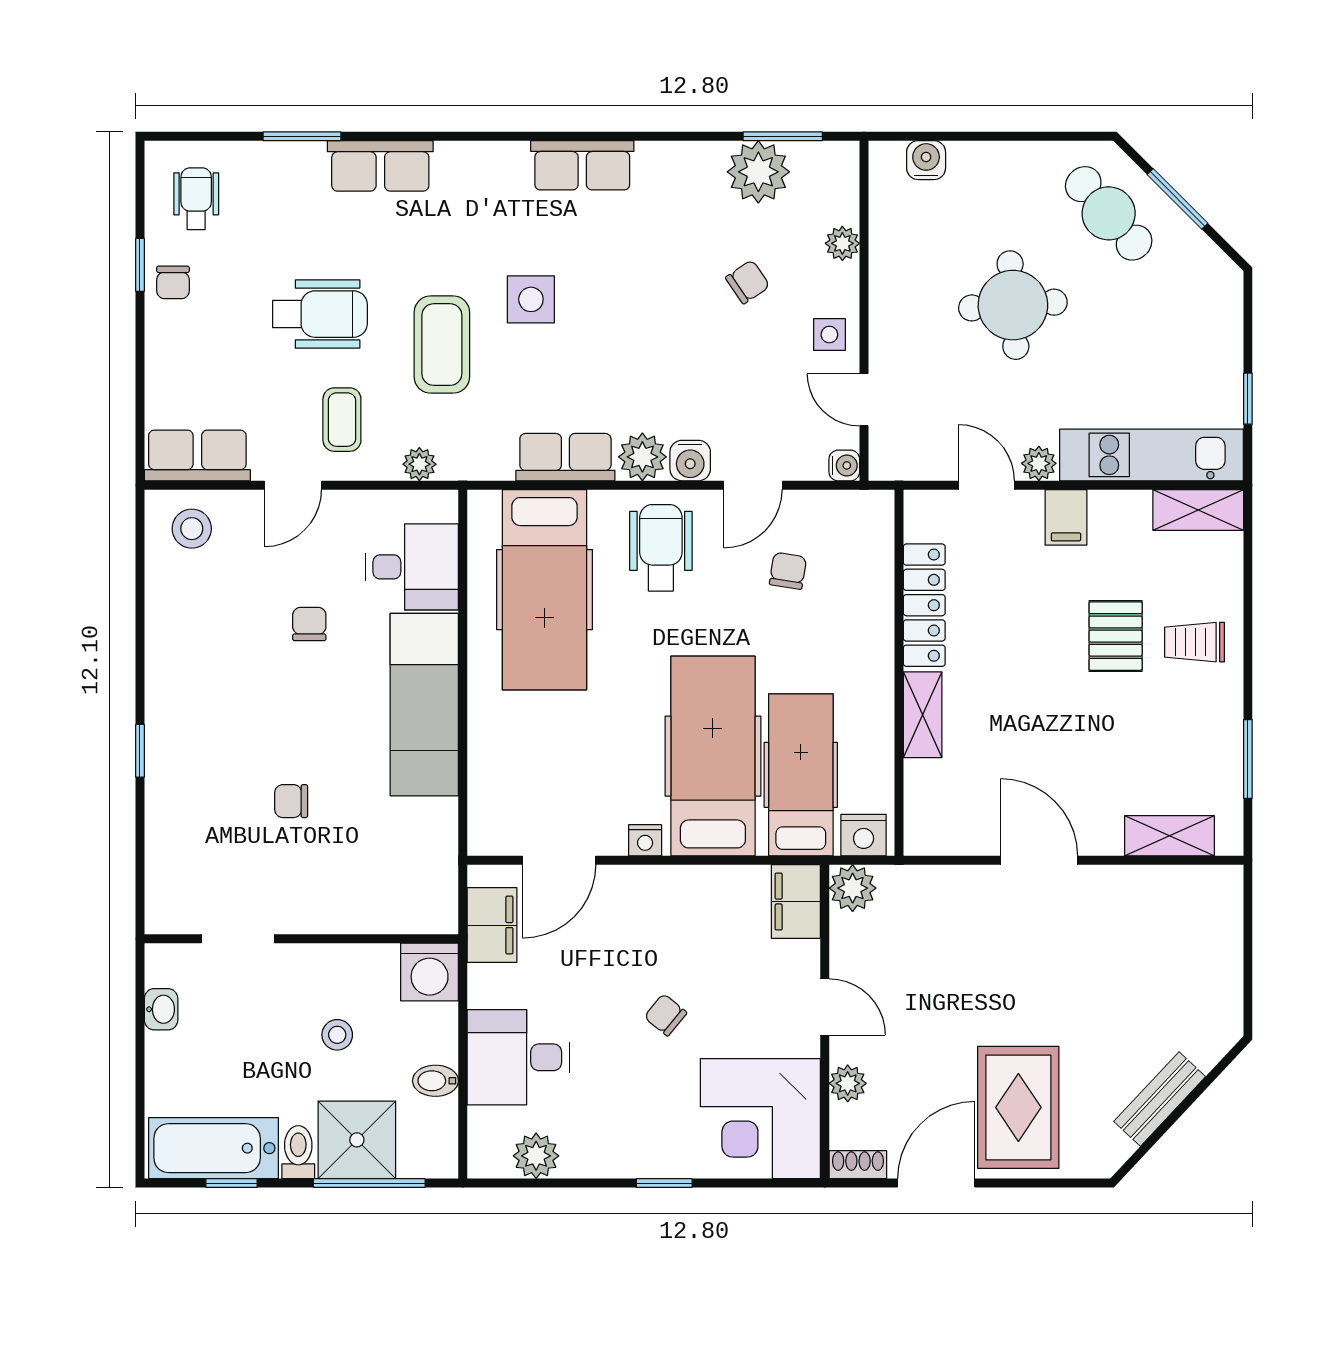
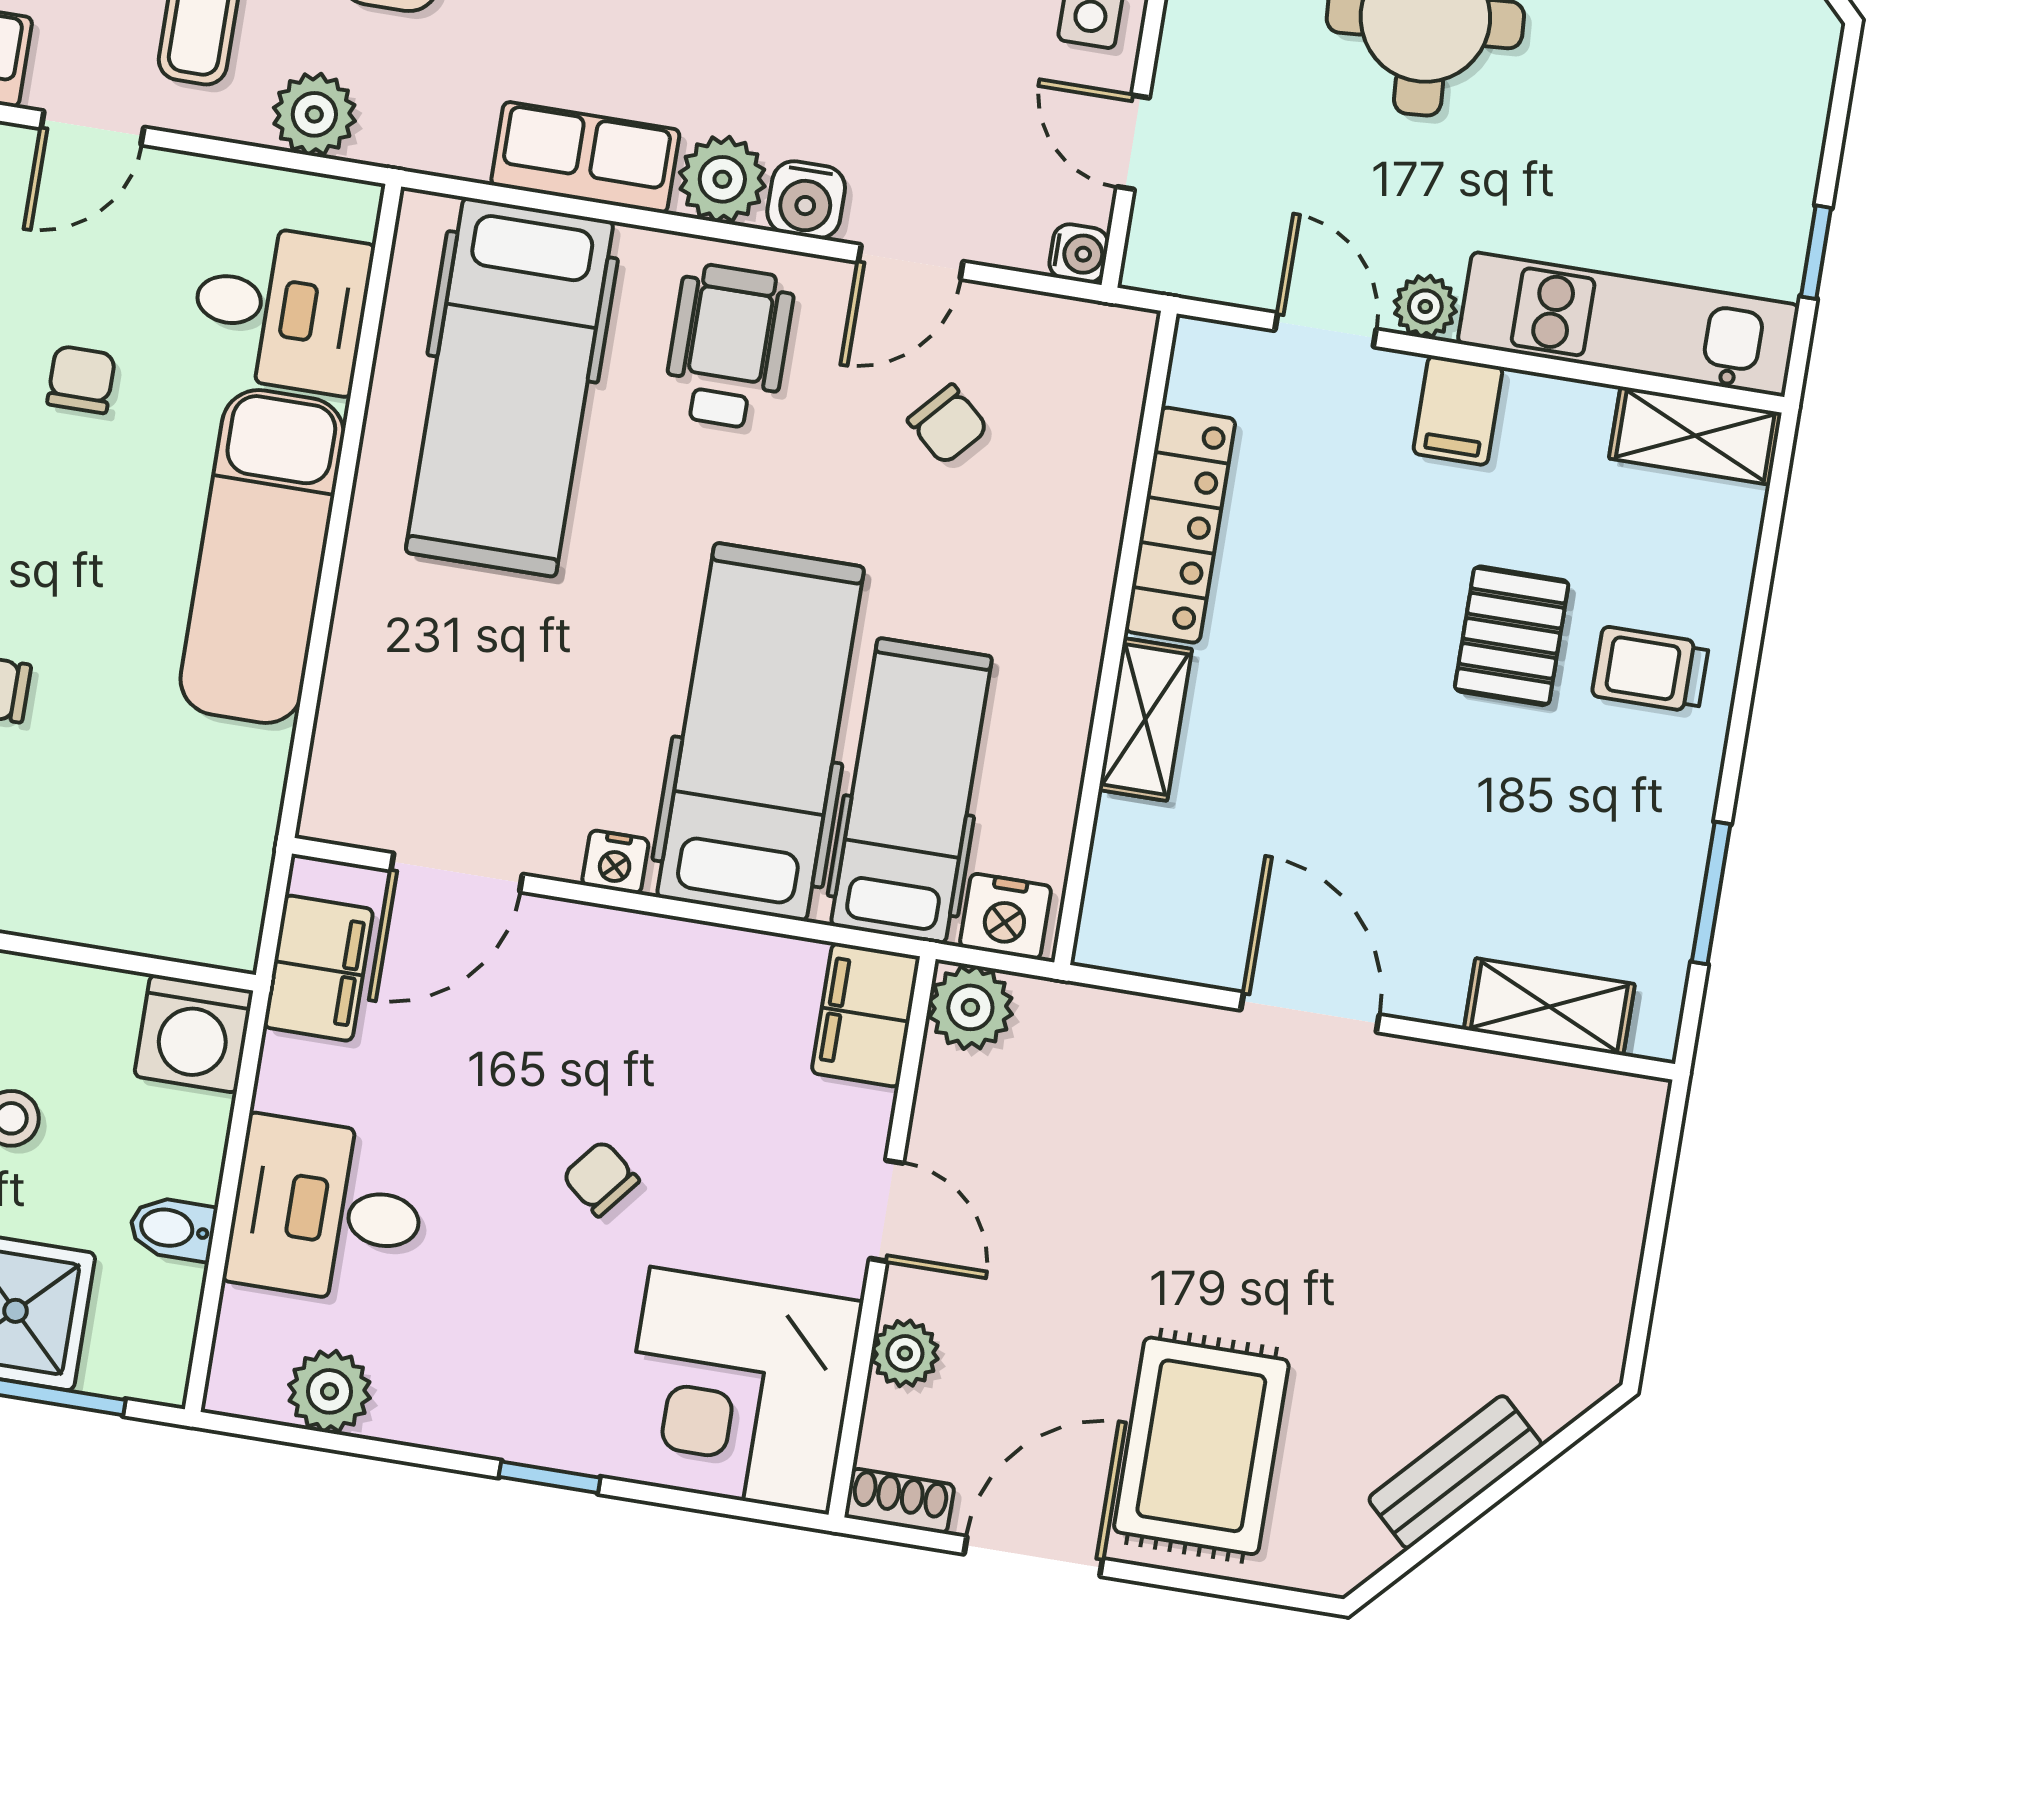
plant: (419, 464) -> (314, 114), width x1.38, depth x1.38
chair: (788, 571) -> (948, 424), turned 123

